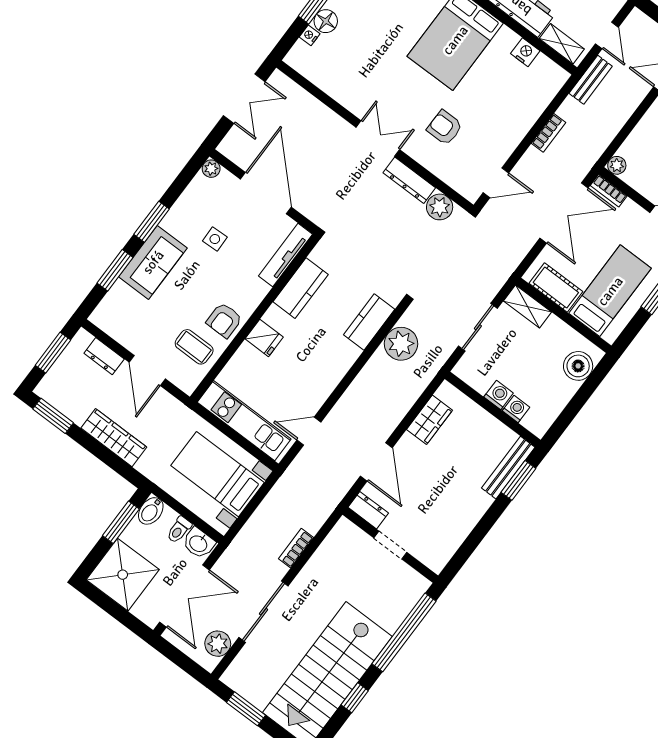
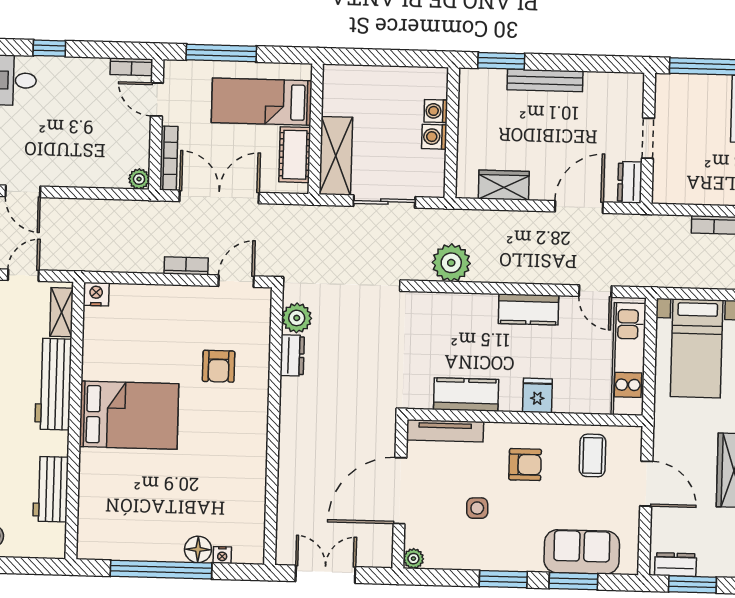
nightstand: (525, 52) -> (96, 294), moved, turned 90
bench: (591, 80) -> (76, 261), removed
bookcase: (549, 133) -> (186, 266), moved
double door: (378, 138) -> (274, 422), removed
dresser: (409, 180) -> (292, 355), width x0.70
door: (496, 183) -> (236, 281), hinge flipped
bookcase: (609, 191) -> (169, 158), width x1.56
sofa: (153, 262) -> (582, 552), moved
shelving: (527, 306) -> (336, 156), width x1.50, depth x1.33
armchair: (224, 320) -> (525, 465), moved
kitchen counter: (369, 322) -> (528, 309), moved
dresser: (104, 356) -> (676, 565), moved, turned -90
boiler: (578, 366) -> (354, 81), removed
door: (147, 371) -> (646, 484), hinge flipped
bench: (508, 468) -> (545, 80), moved

